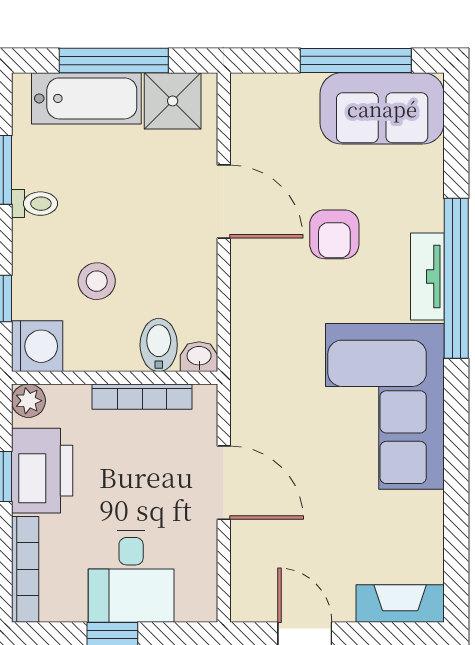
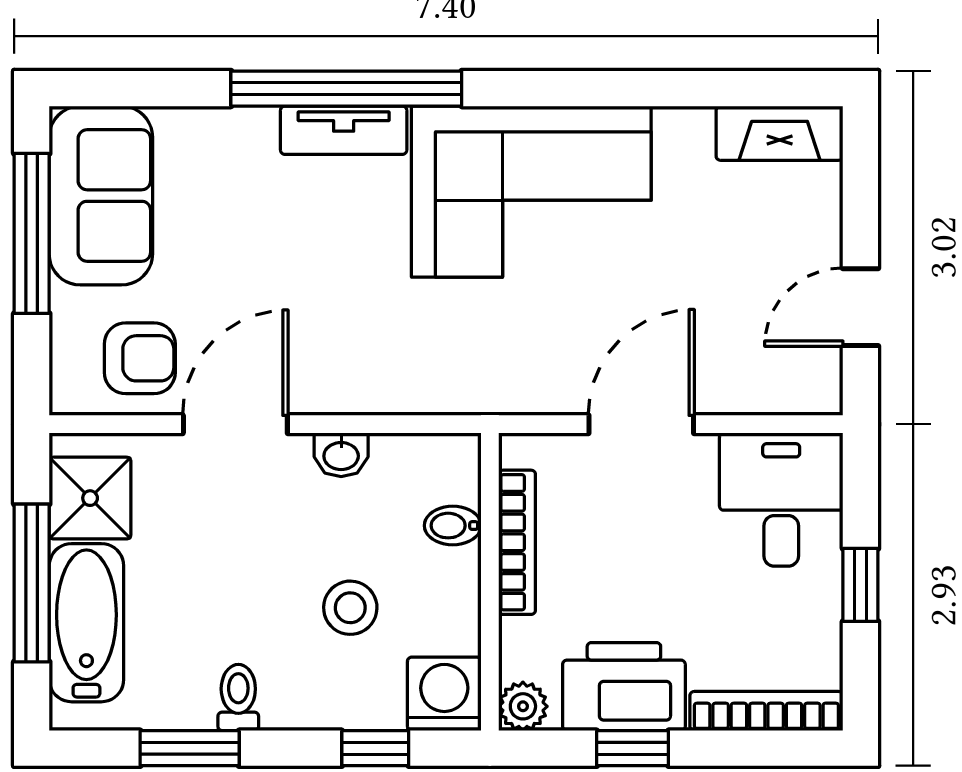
armchair: (334, 234) -> (140, 358), moved
bidet: (159, 345) -> (453, 526), width x0.72, depth x0.74
washbasin: (199, 357) -> (341, 455), moved, turned -90
desk: (131, 576) -> (781, 500), moved, turned -90
fireplace: (400, 603) -> (780, 133), moved, turned -90

